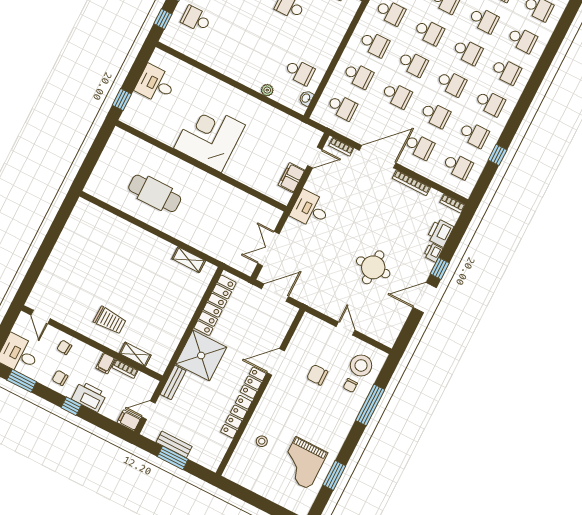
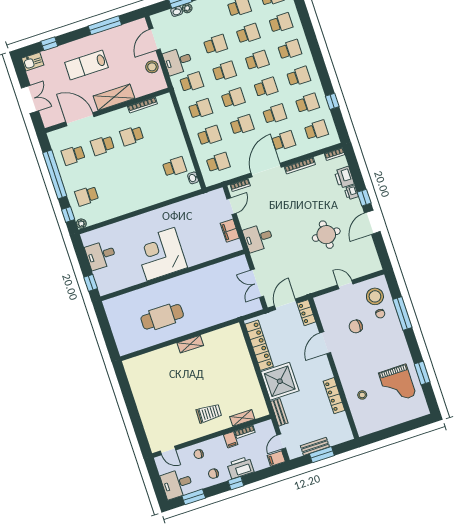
plant: (267, 90) -> (81, 224), moved
shelving: (189, 260) -> (190, 344), moved
locker: (253, 383) -> (306, 313), moved

